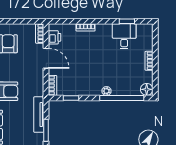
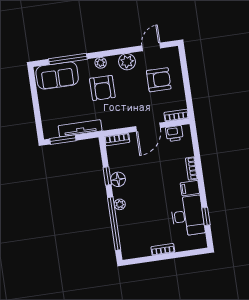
filing cabinet: (102, 31) -> (190, 188), added
desk: (124, 36) -> (188, 216), width x1.37
floor lamp: (147, 89) -> (118, 179), moved
window: (71, 98) -> (107, 176), moved

